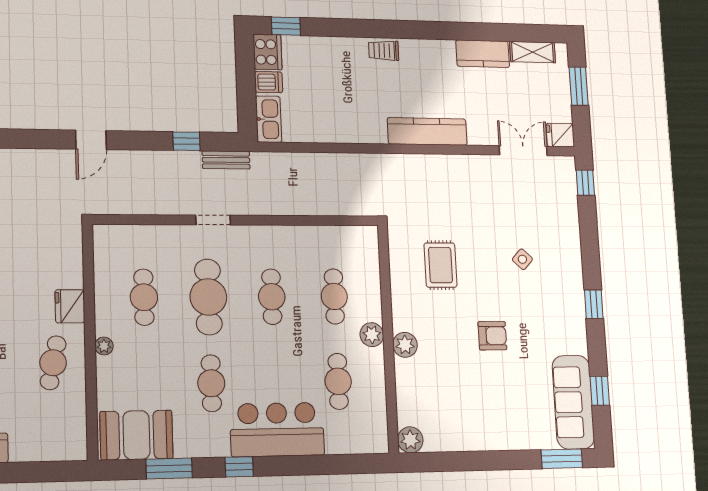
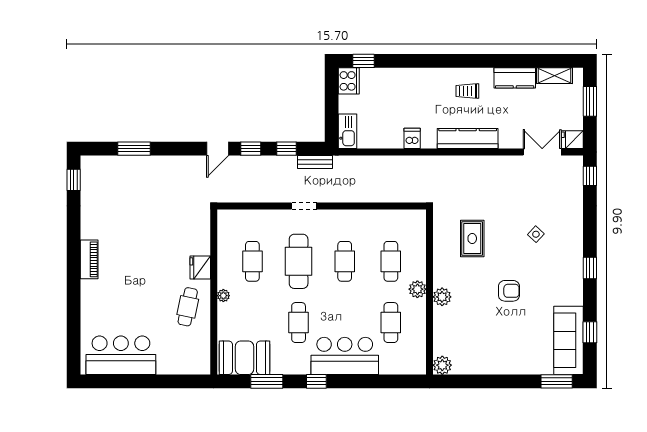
trolley: (384, 50) -> (467, 91), moved
dishwasher: (269, 82) -> (412, 138), moved, turned -90
window: (137, 140) -> (251, 149), added

